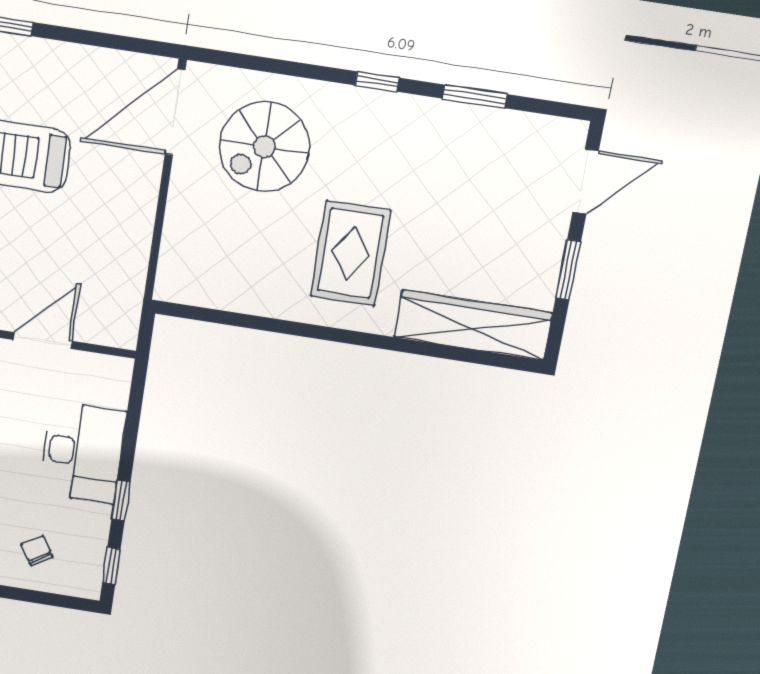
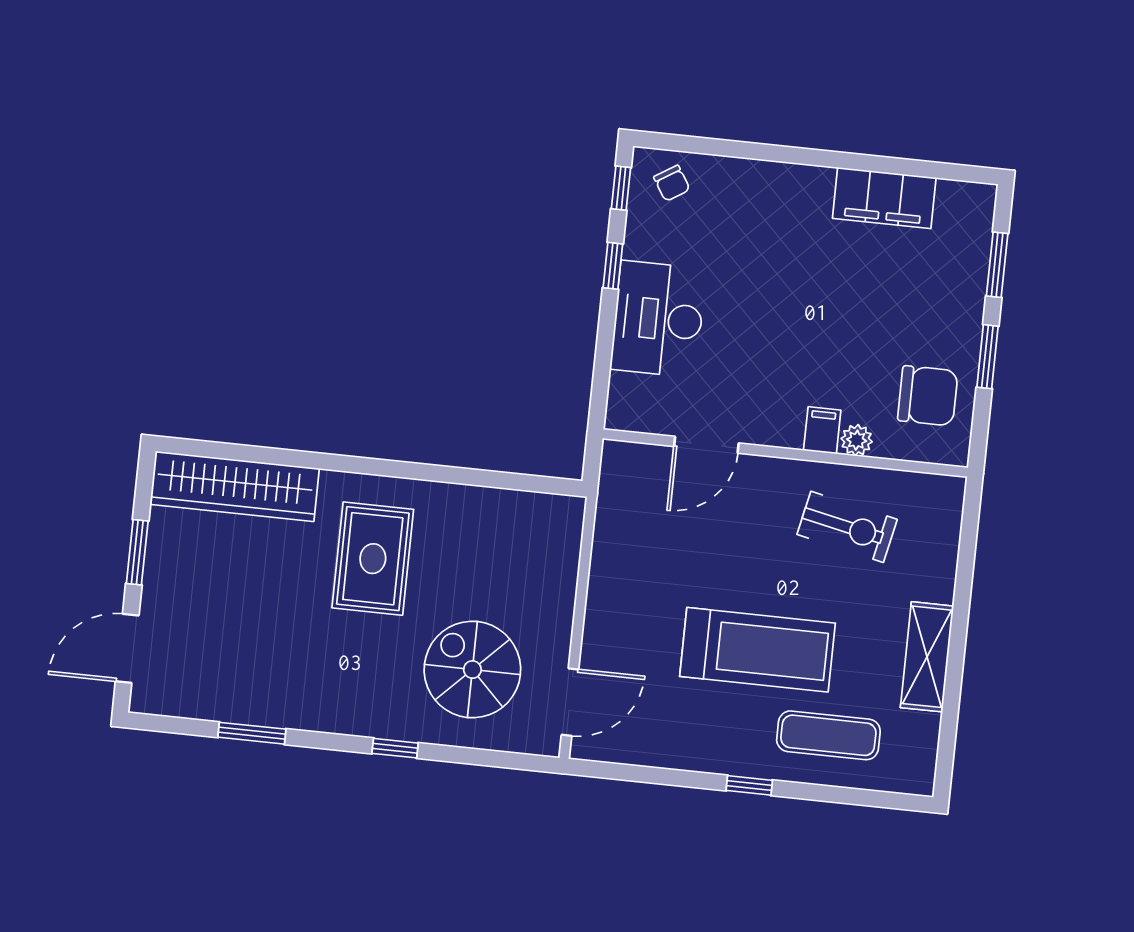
window: (377, 82) -> (395, 748), moved
door: (175, 112) -> (570, 702), width x0.73
spiral stairs: (264, 147) -> (472, 670), turned -90
chair: (37, 551) -> (672, 183), moved

